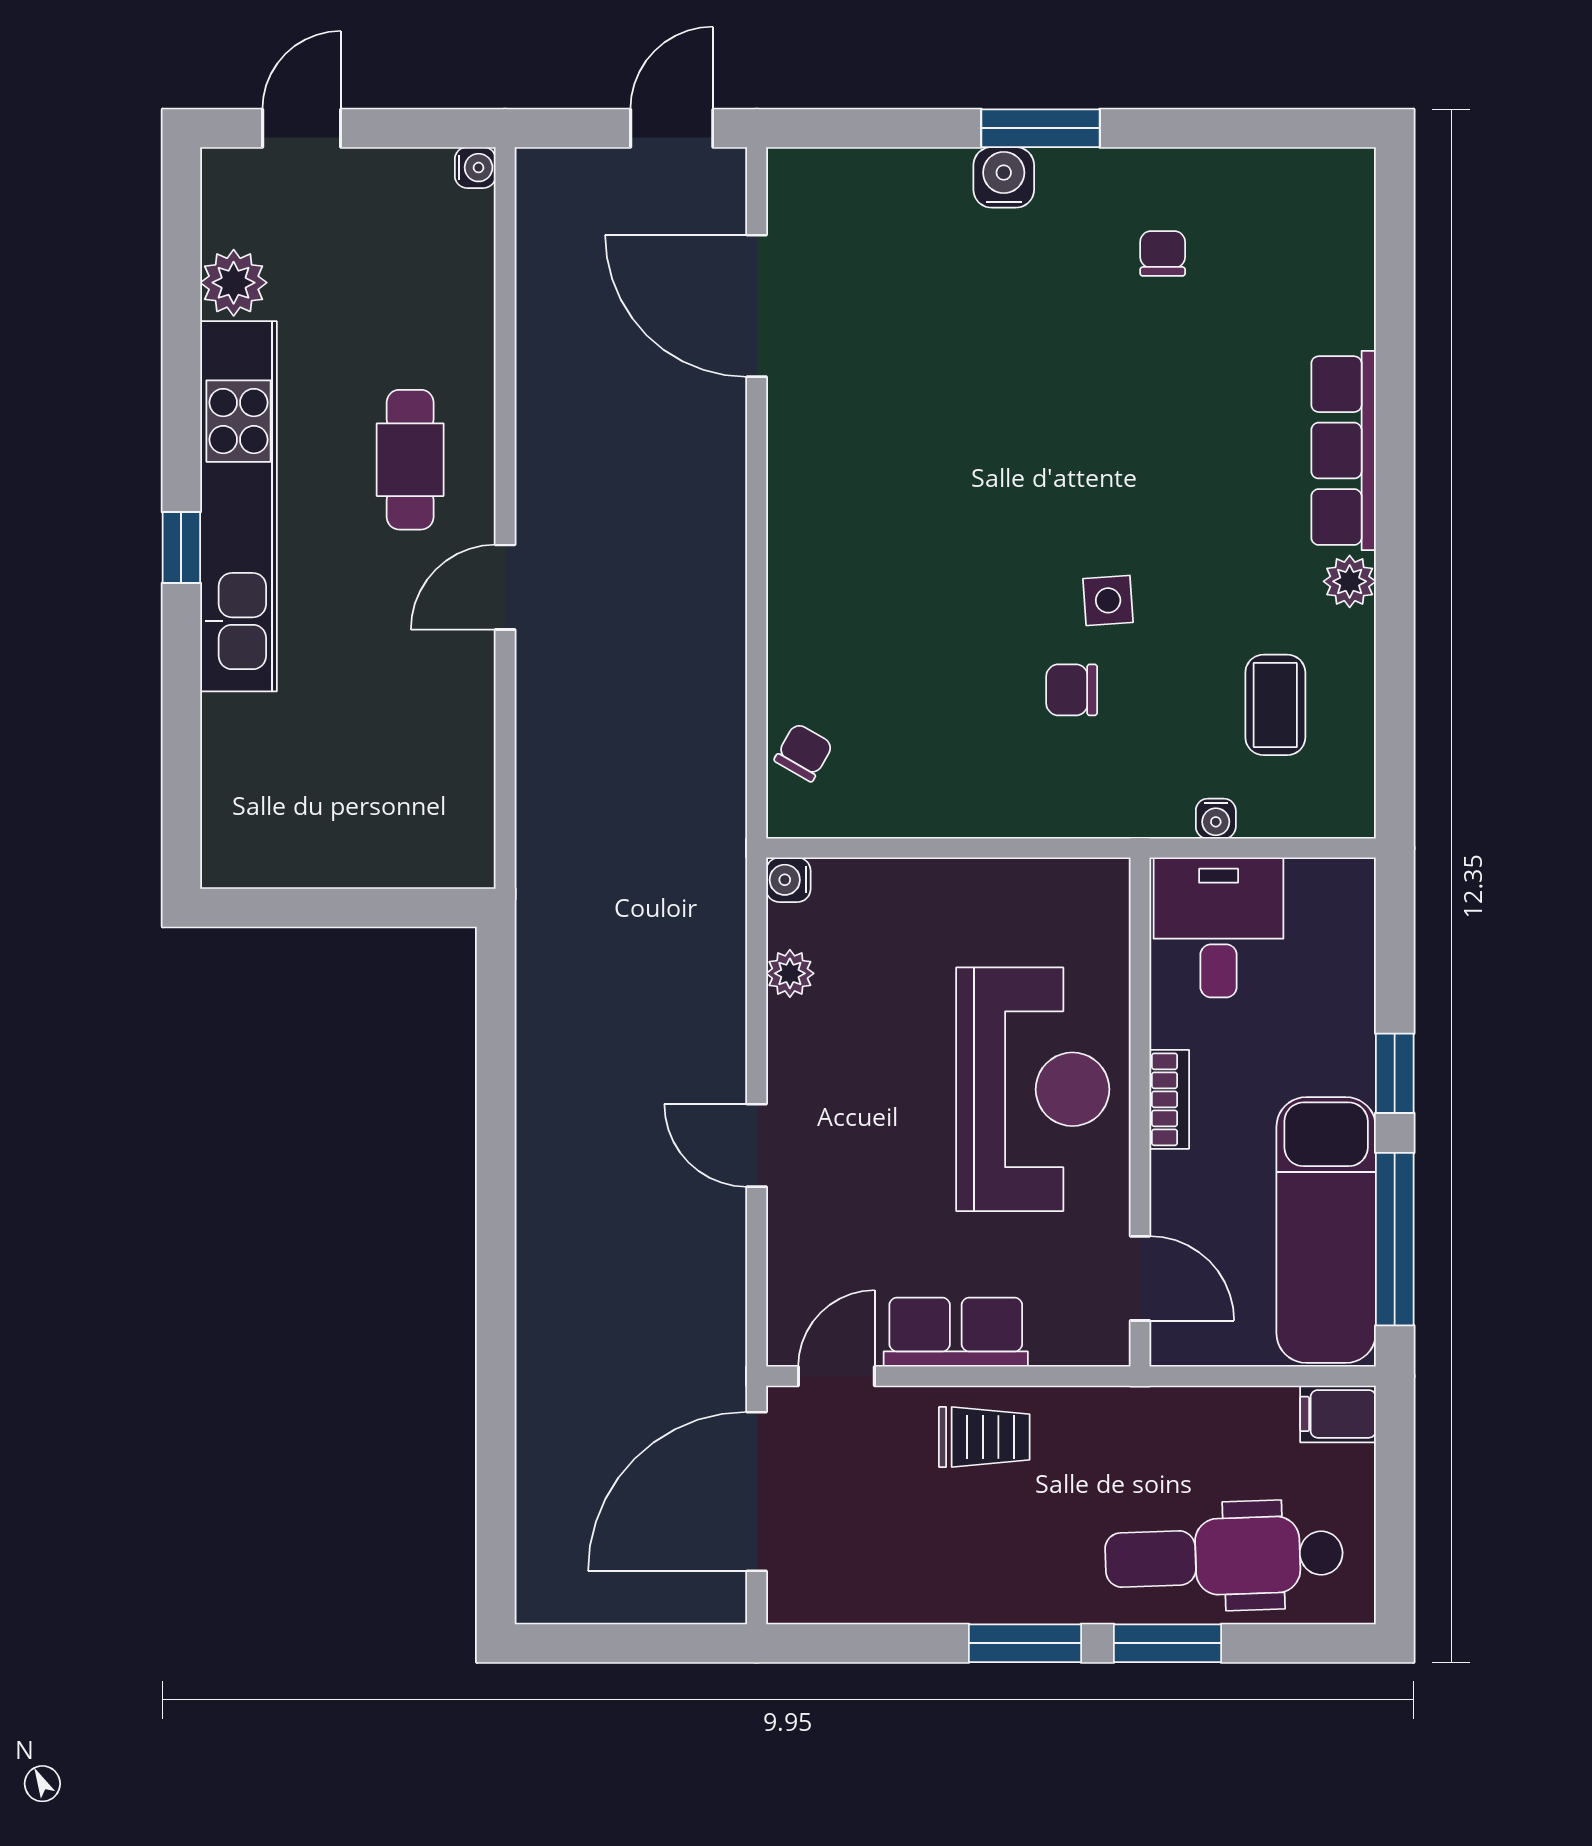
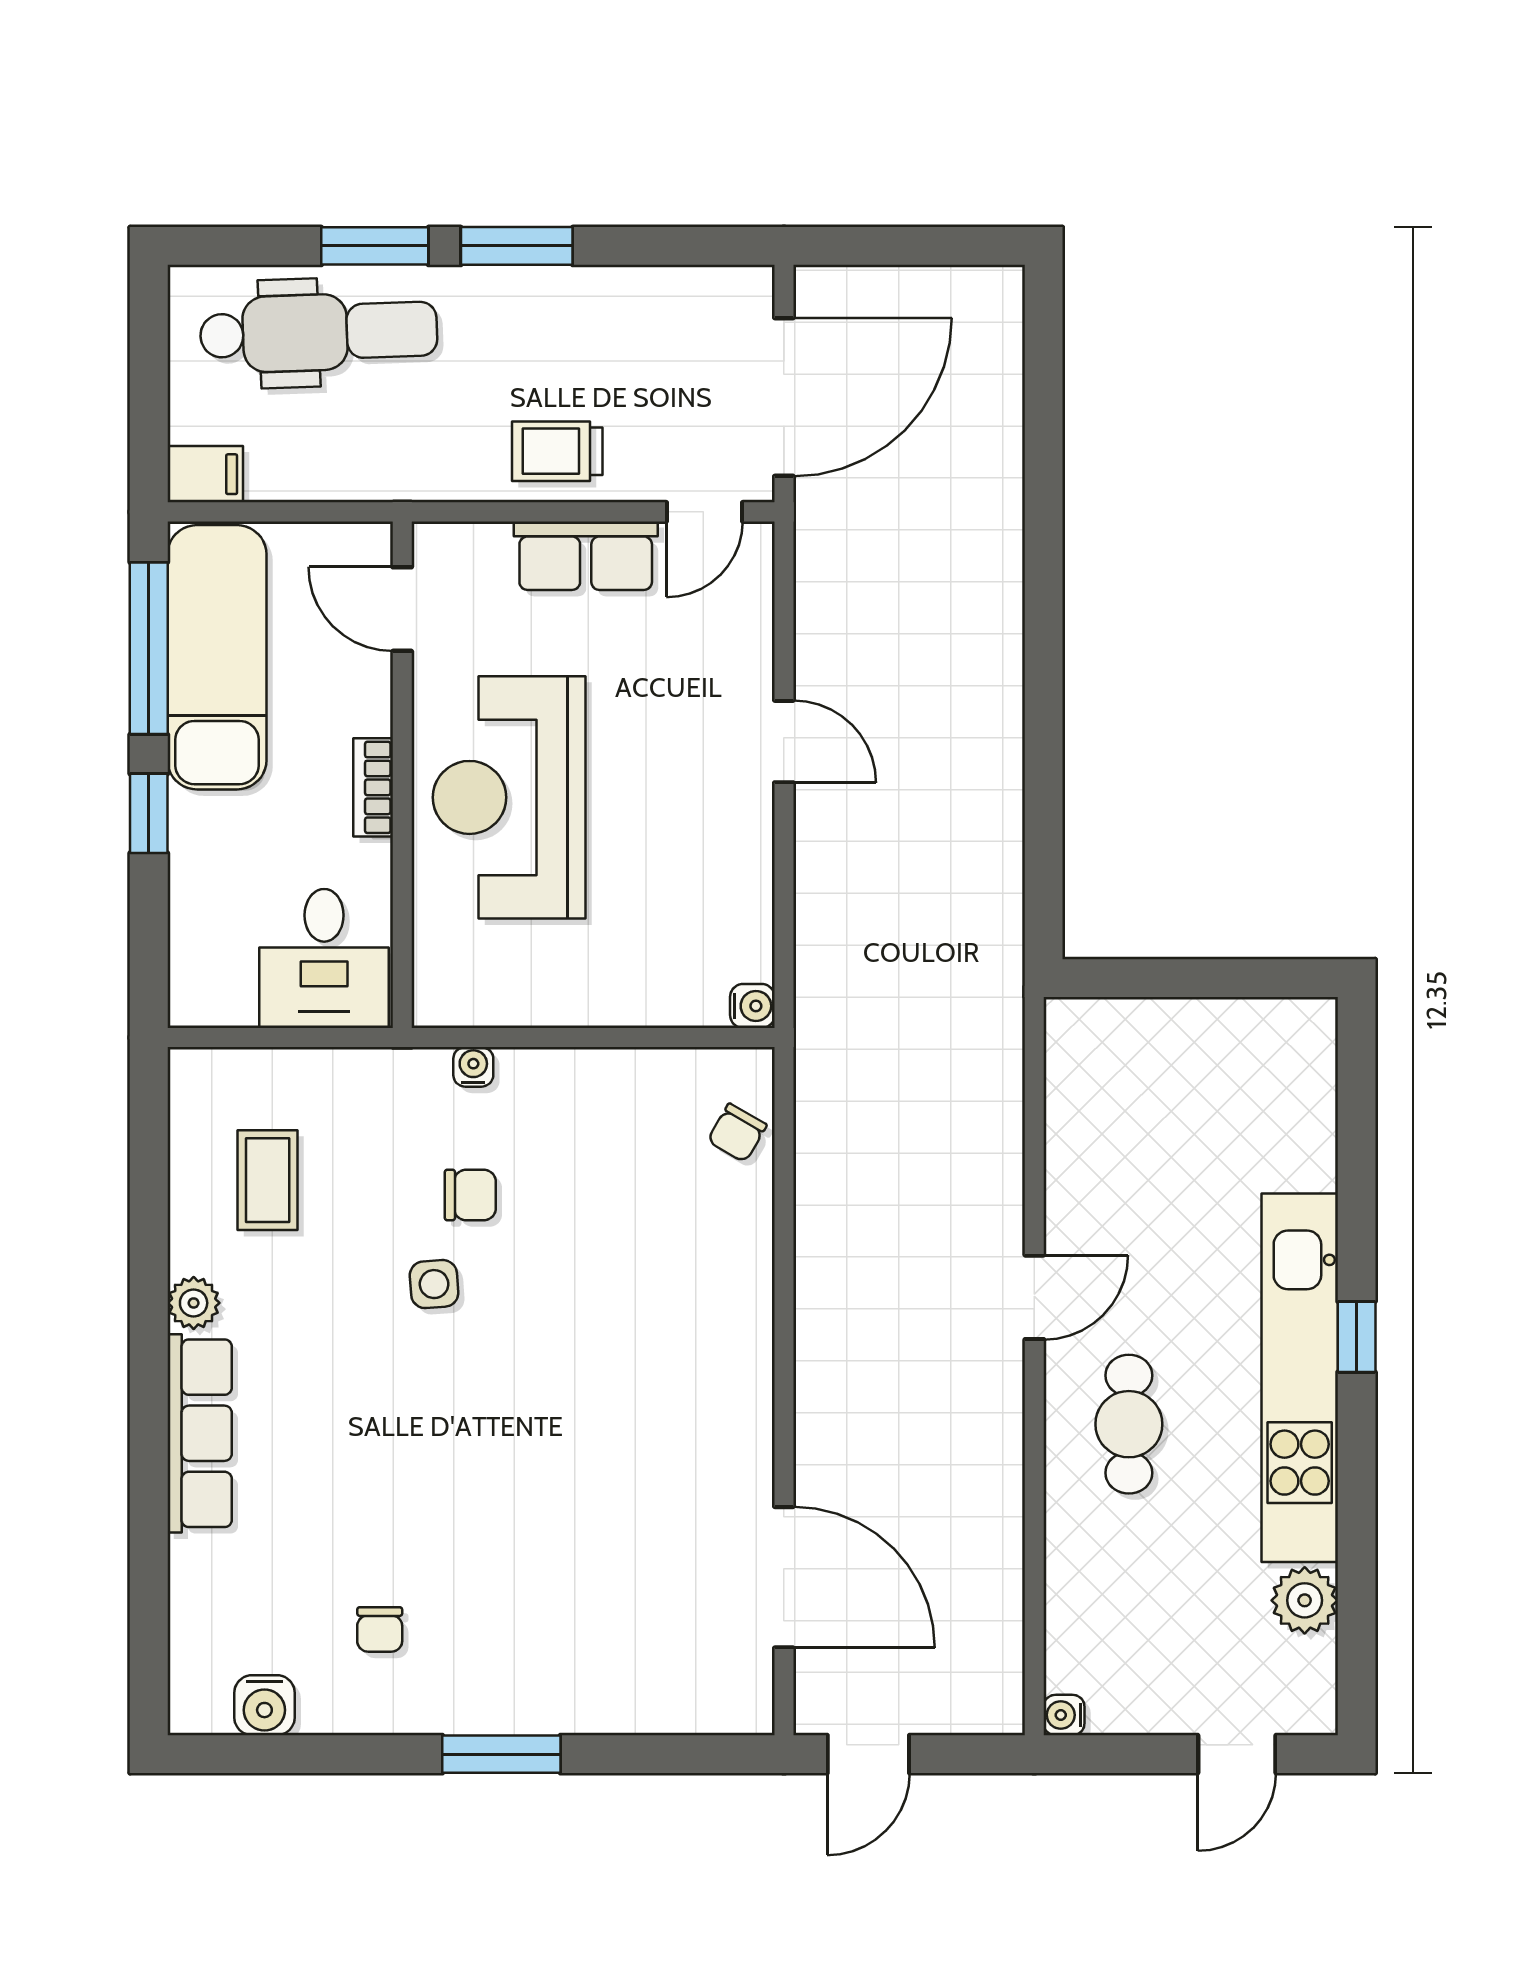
water cooler: (1004, 177) -> (264, 1705), moved
water cooler: (1216, 819) -> (473, 1067), moved
plant: (790, 973) -> (751, 913), removed

